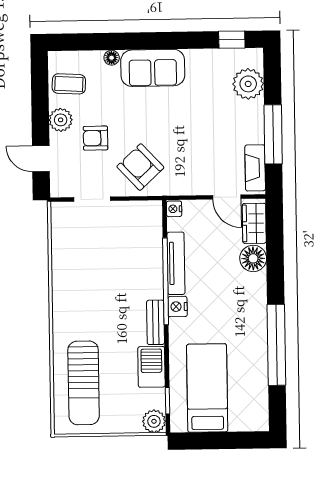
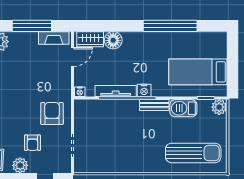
armchair: (140, 167) -> (52, 113), turned 133

